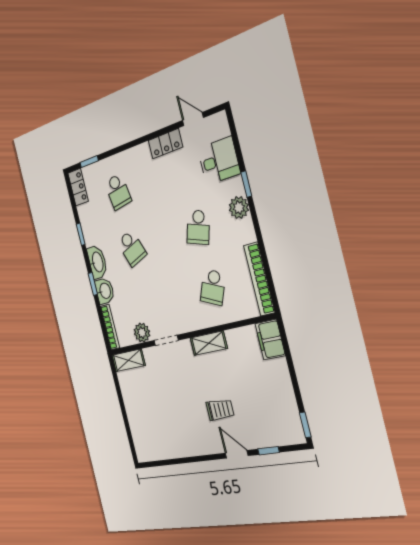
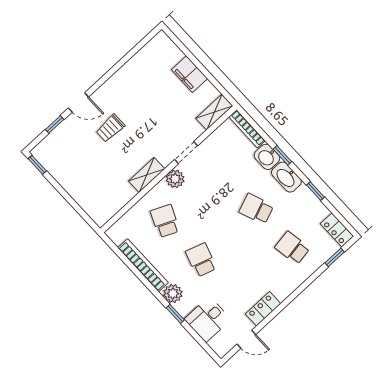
bookcase: (259, 279) -> (143, 265), moved
plant: (142, 333) -> (175, 179), moved
filing cabinet: (270, 340) -> (189, 74), moved, turned 180

